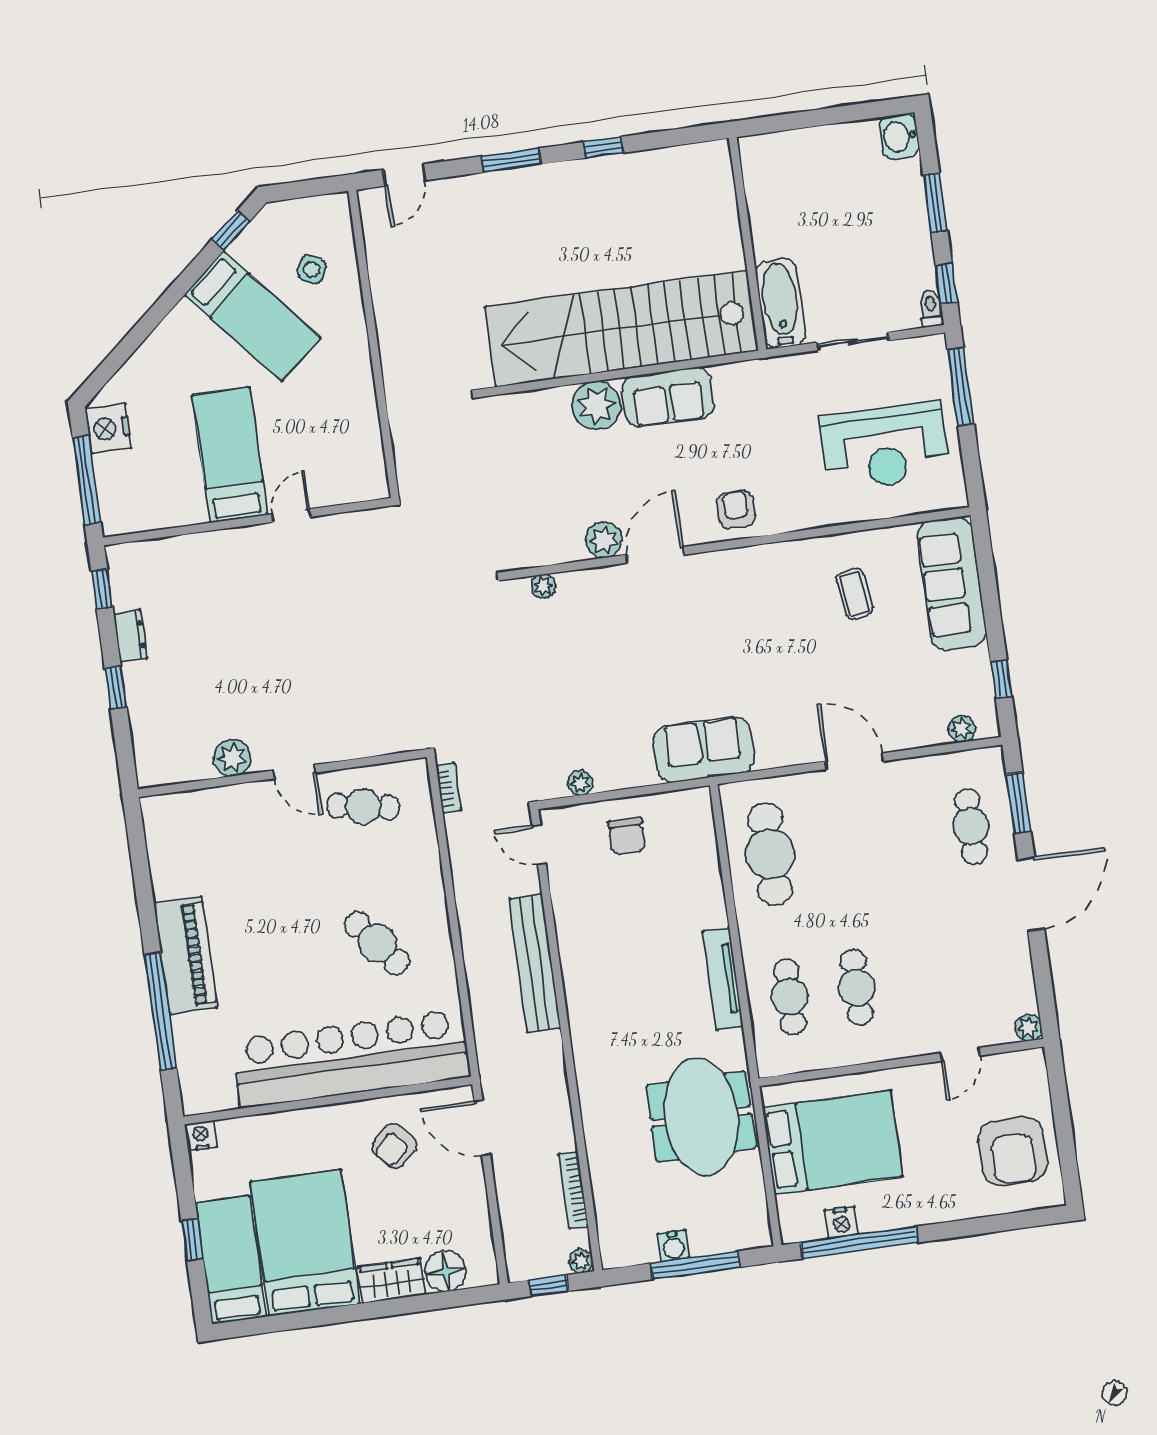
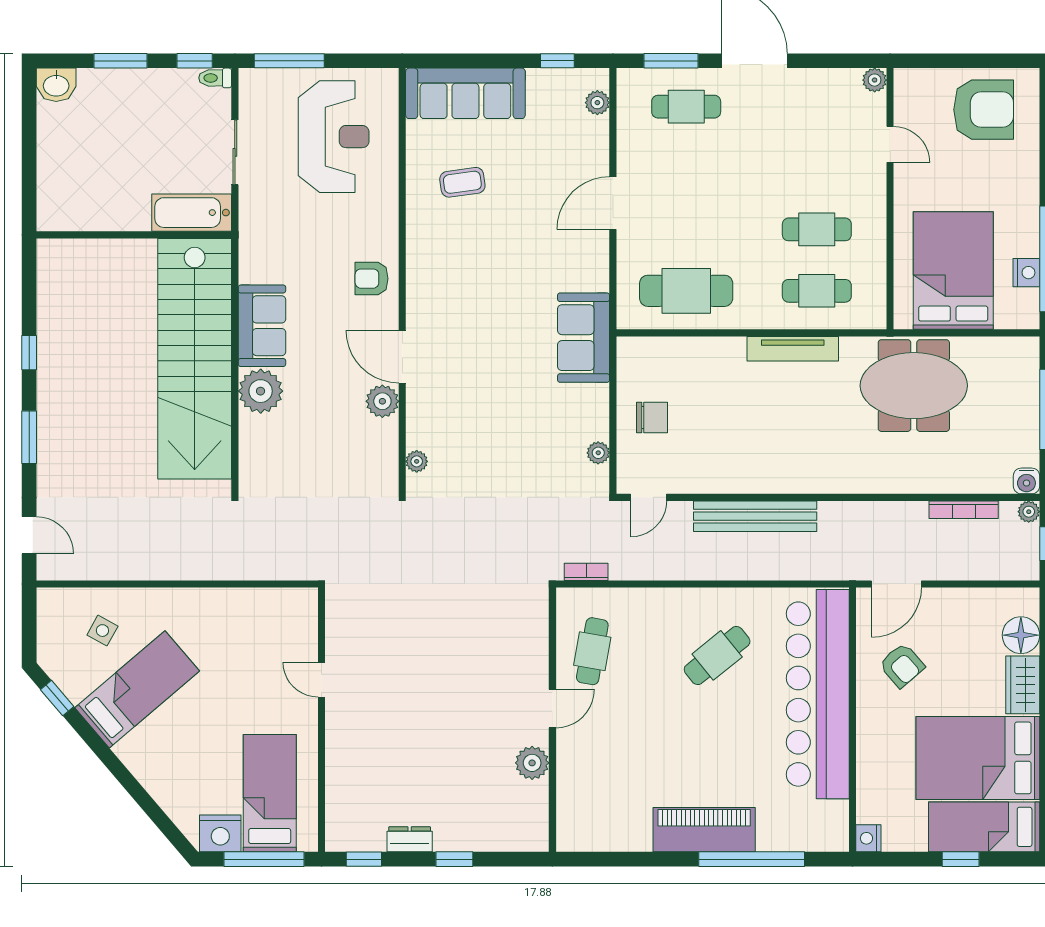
bed: (230, 455) -> (270, 793), moved, turned 90
water cooler: (673, 1246) -> (1026, 481), moved, turned 90

